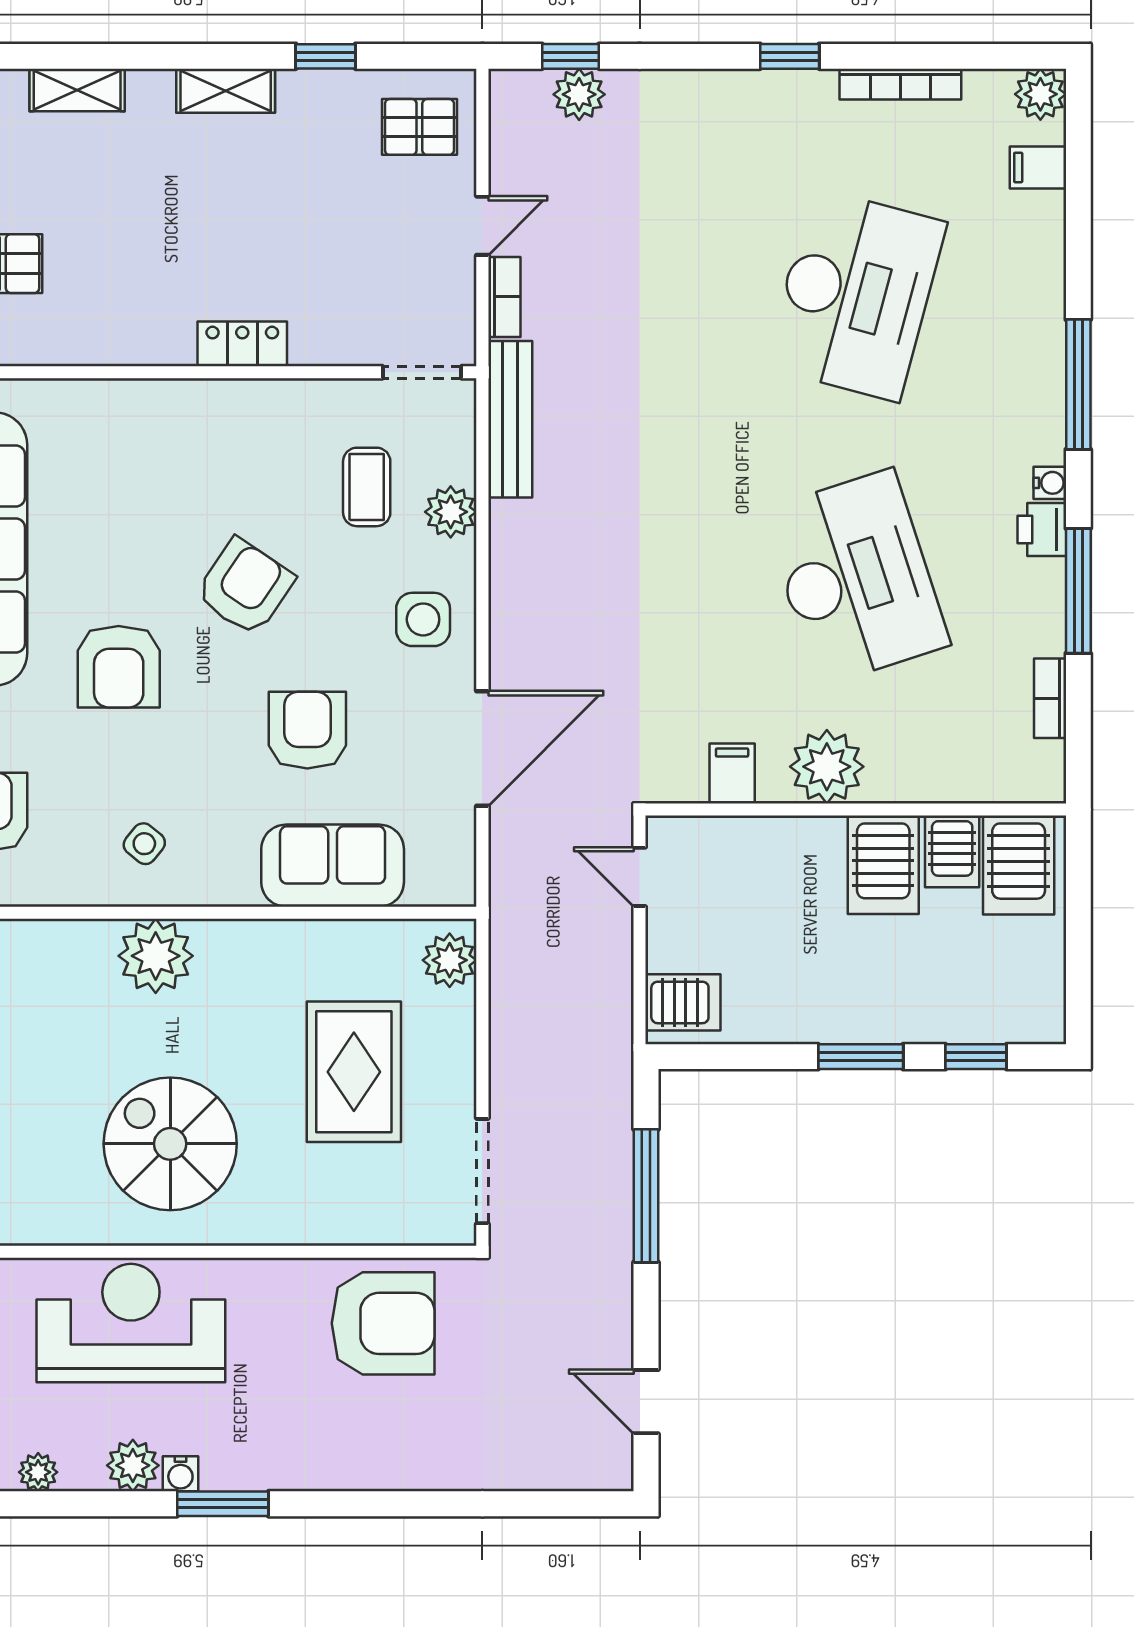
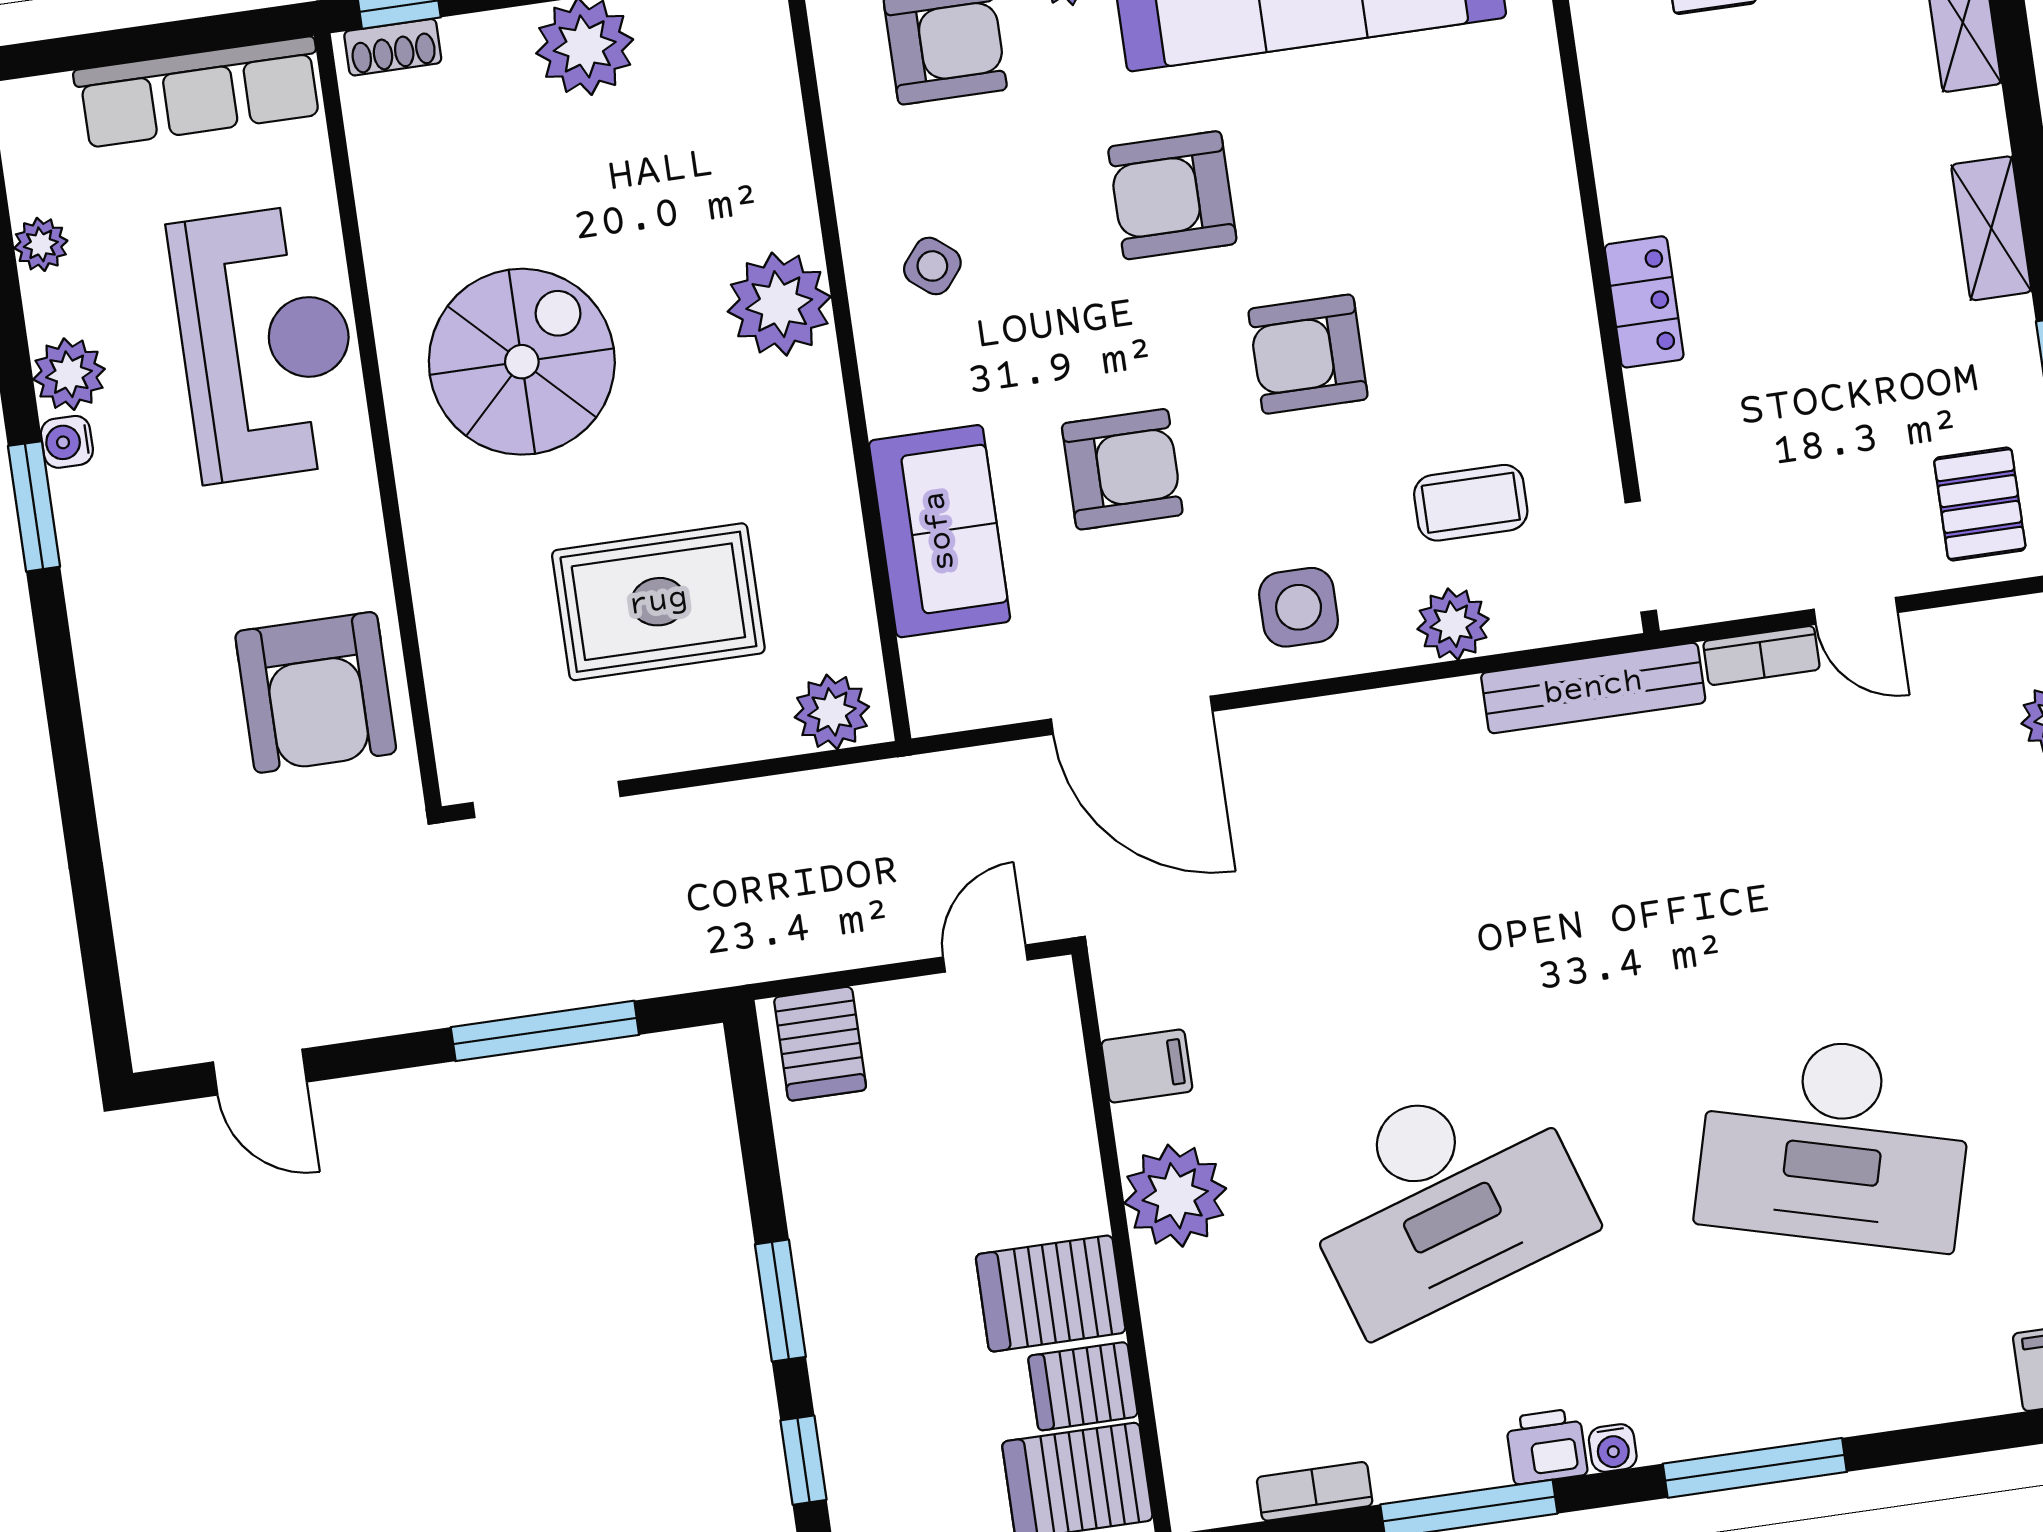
armchair: (245, 587) -> (1308, 354), turned 146
door: (646, 1402) -> (260, 1072), swing flipped

